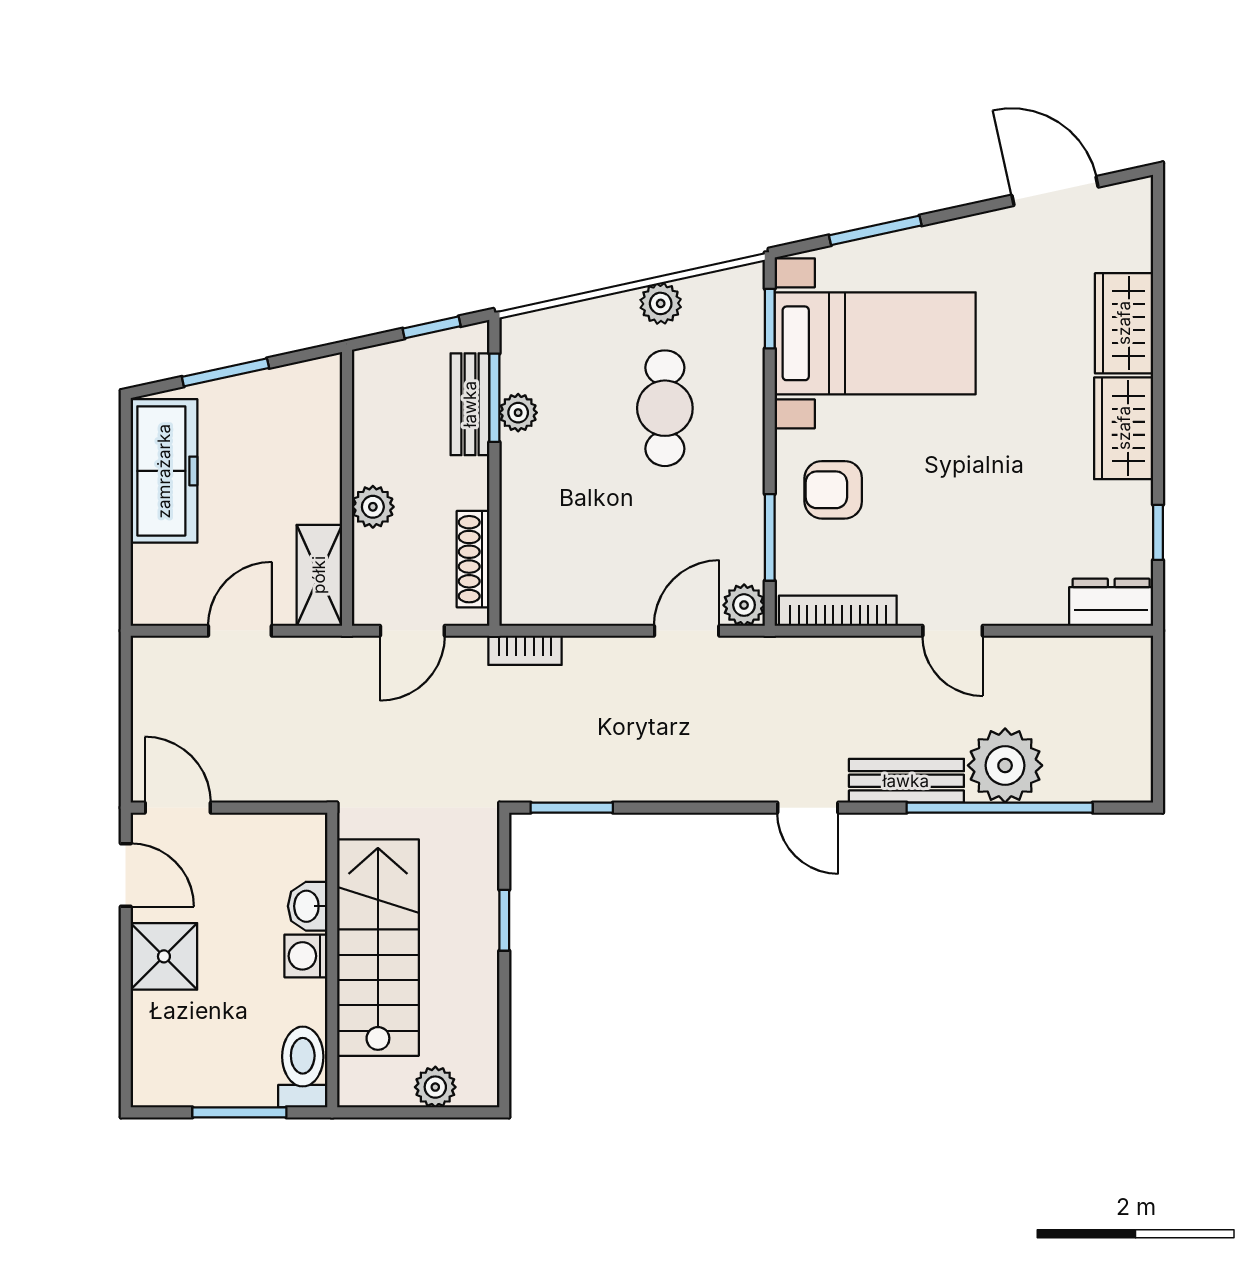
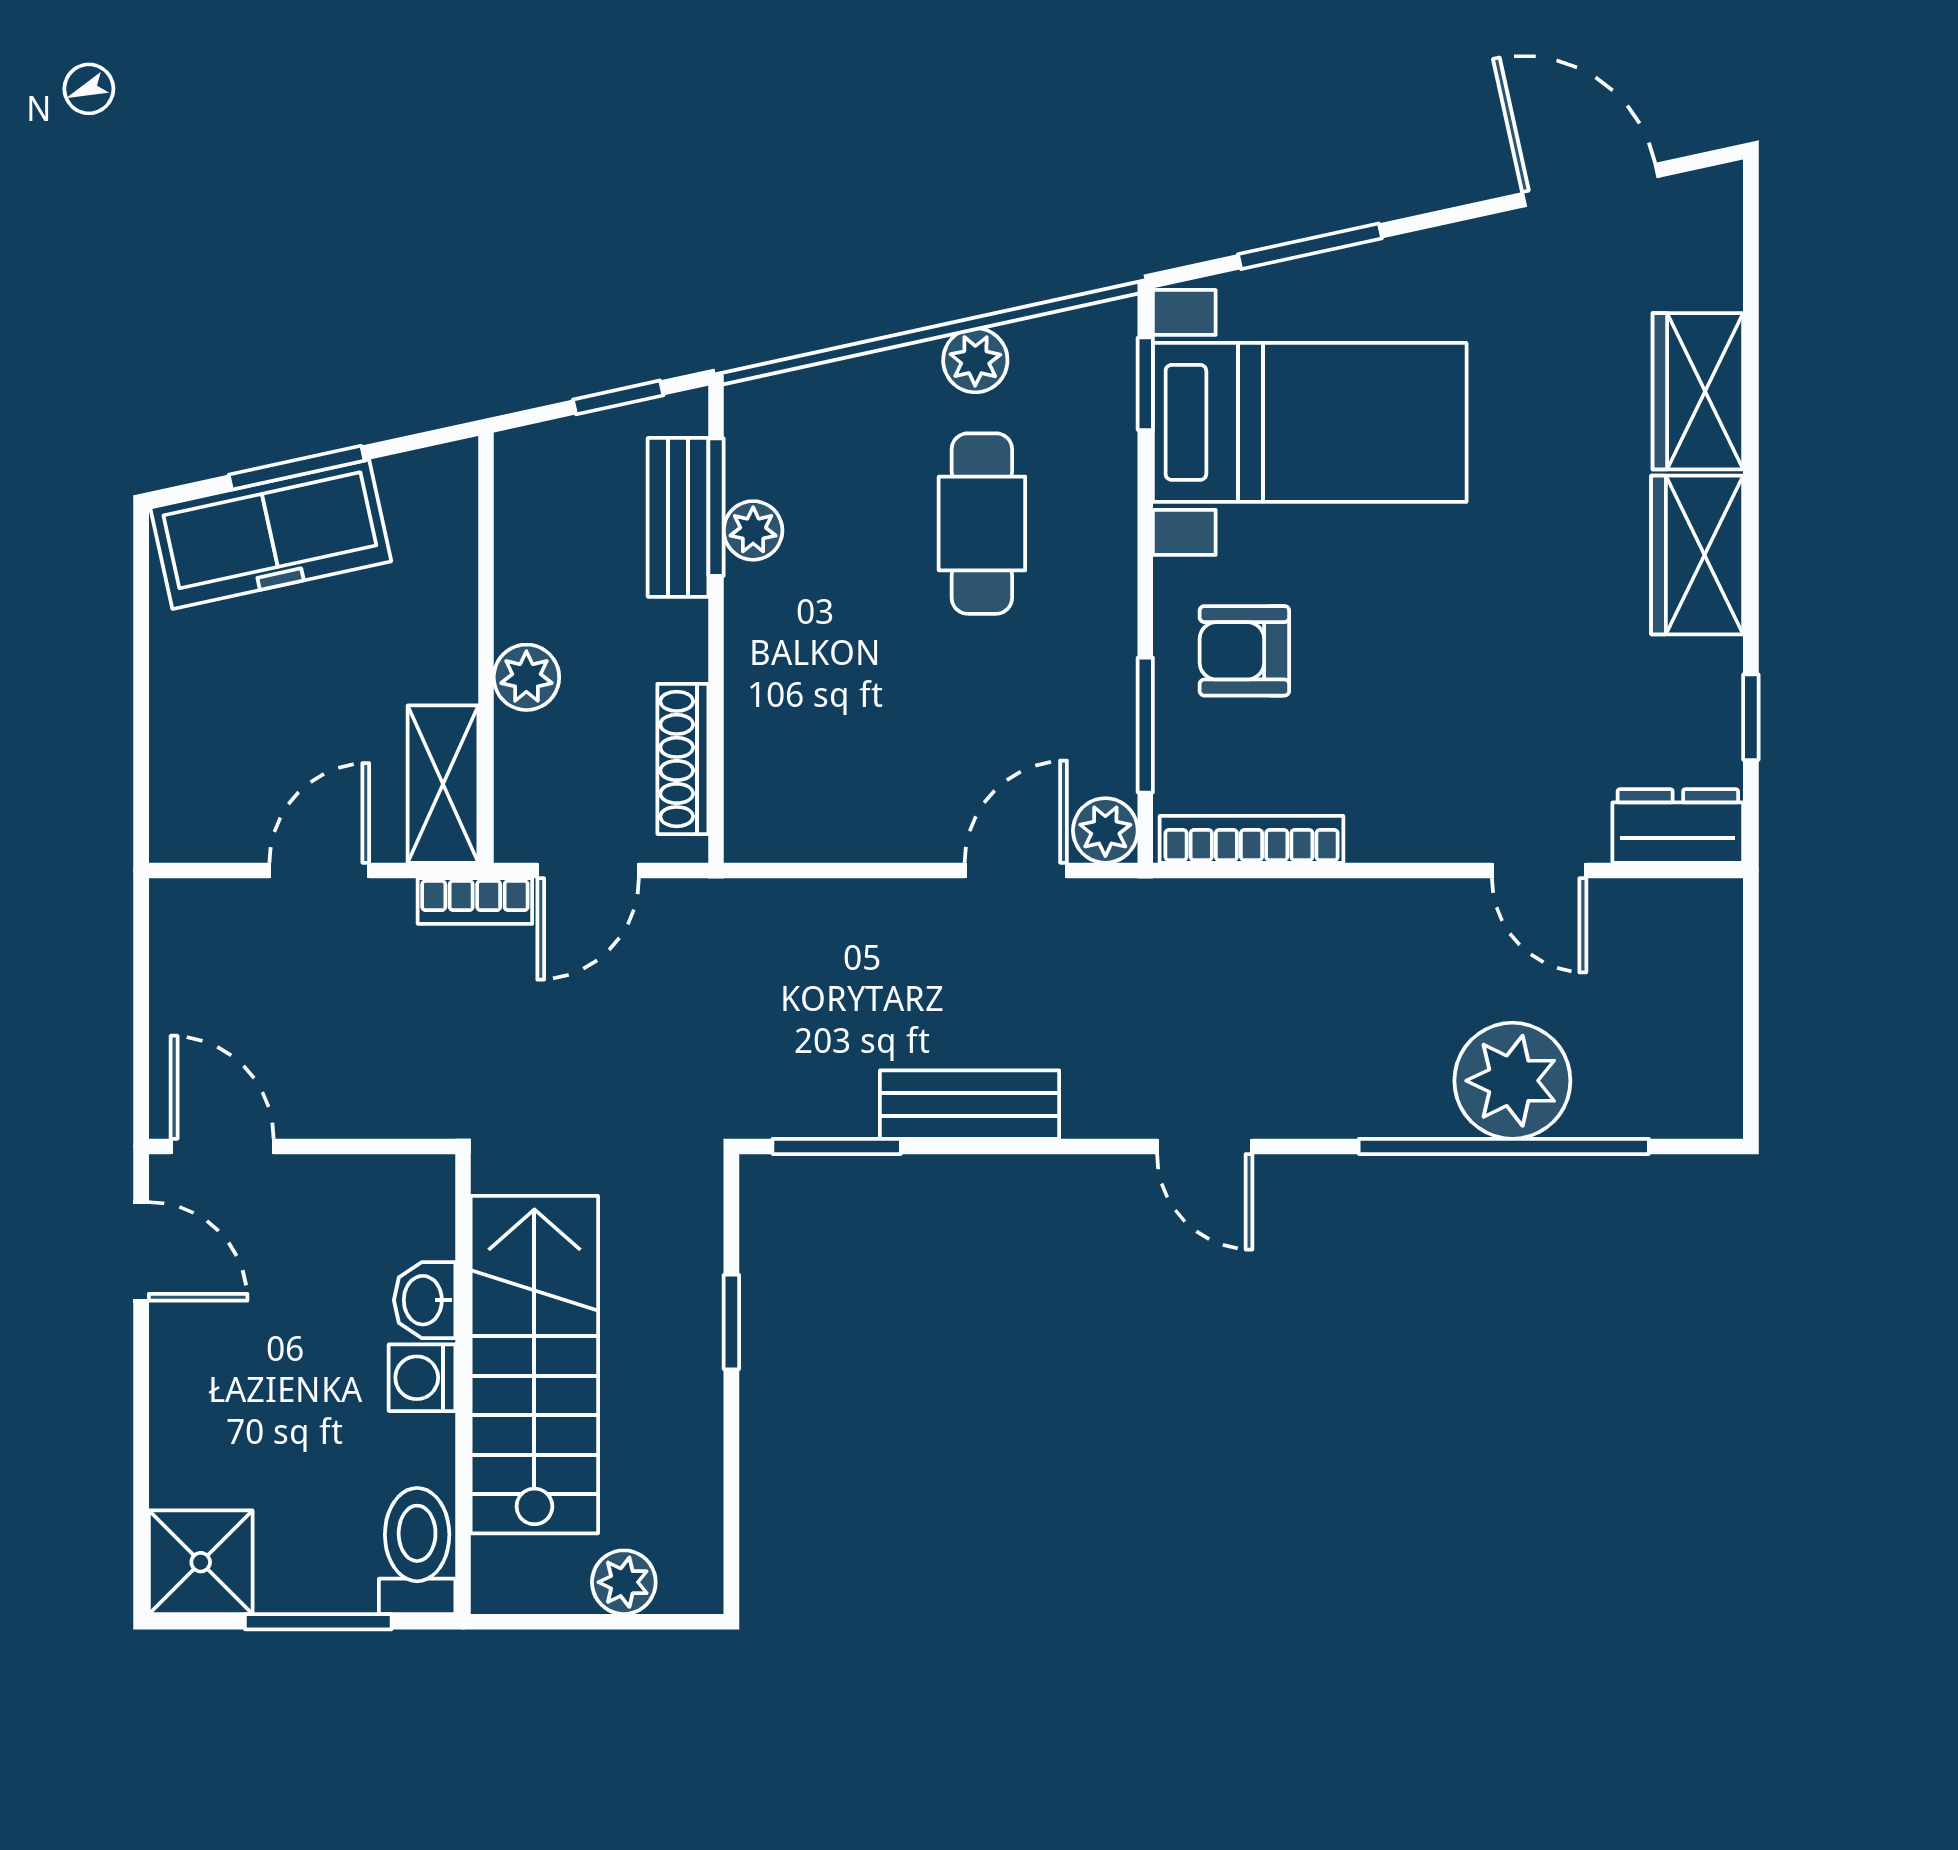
freezer: (164, 471) -> (271, 534), moved, turned 78
door: (953, 631) -> (1539, 870), moved
bookcase: (525, 650) -> (475, 901), moved
bench: (906, 781) -> (970, 1105), moved
shower: (164, 956) -> (201, 1562), moved

